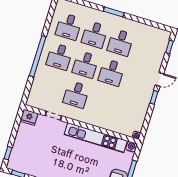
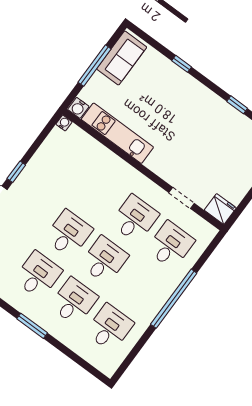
desk: (60, 57) -> (171, 245), moved
kitchen unit: (96, 138) -> (117, 133), width x0.73

